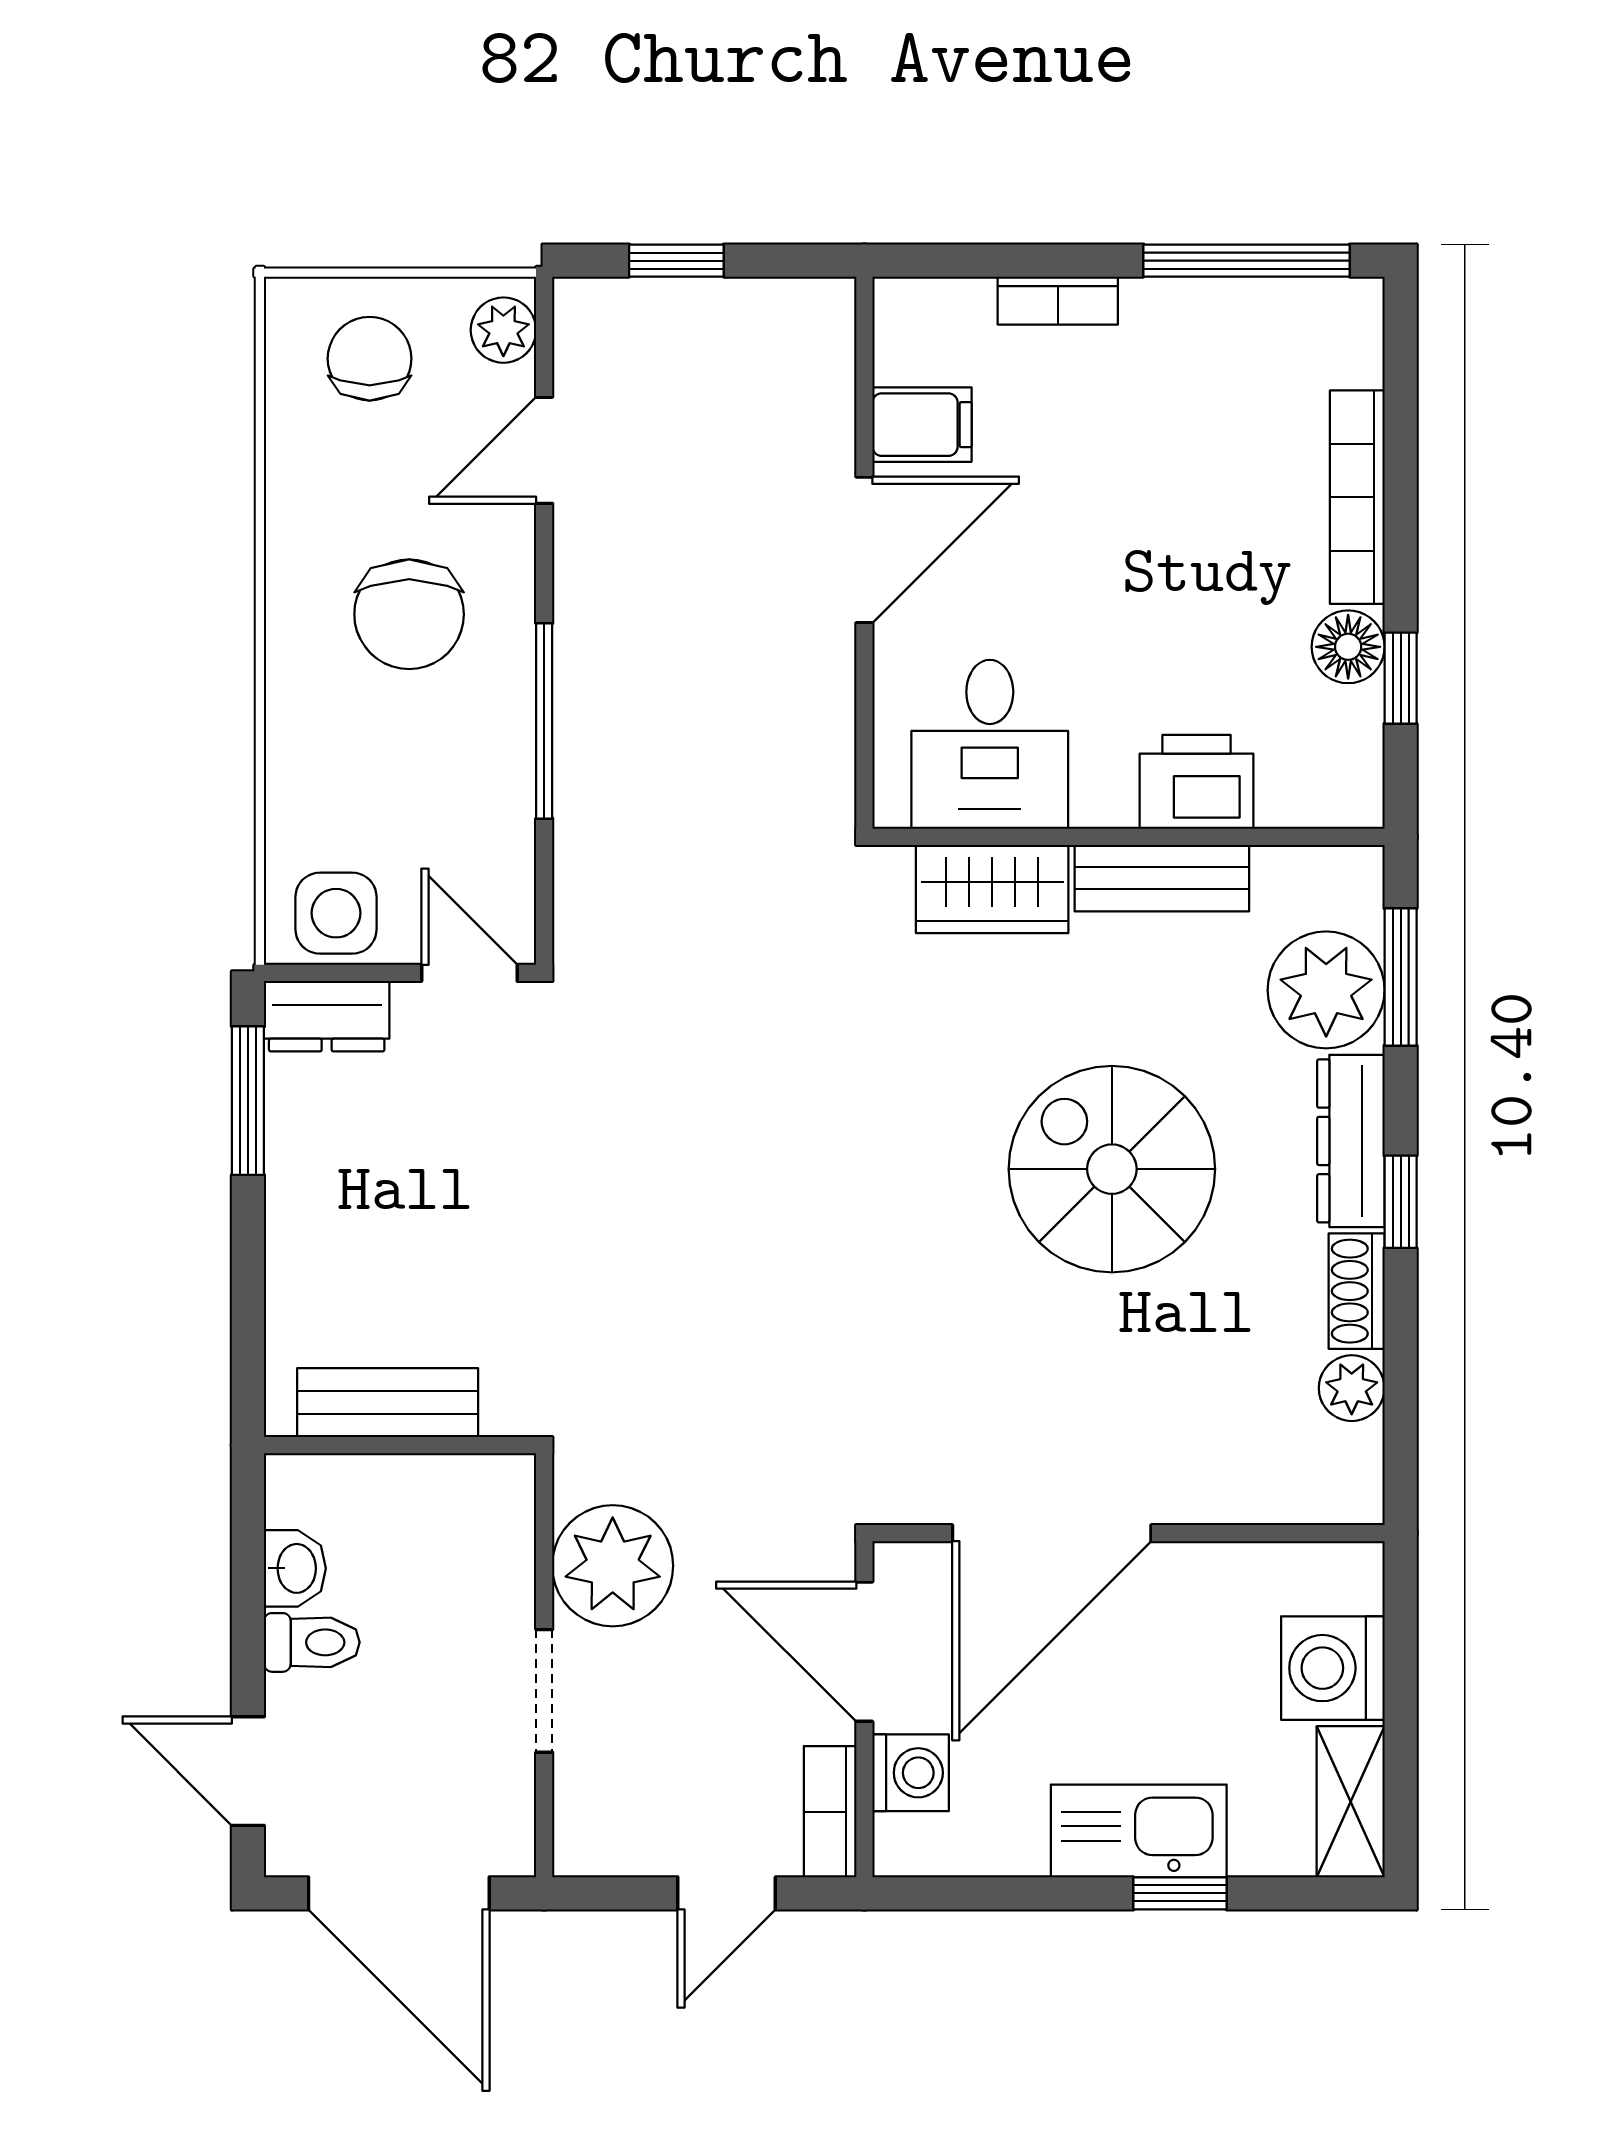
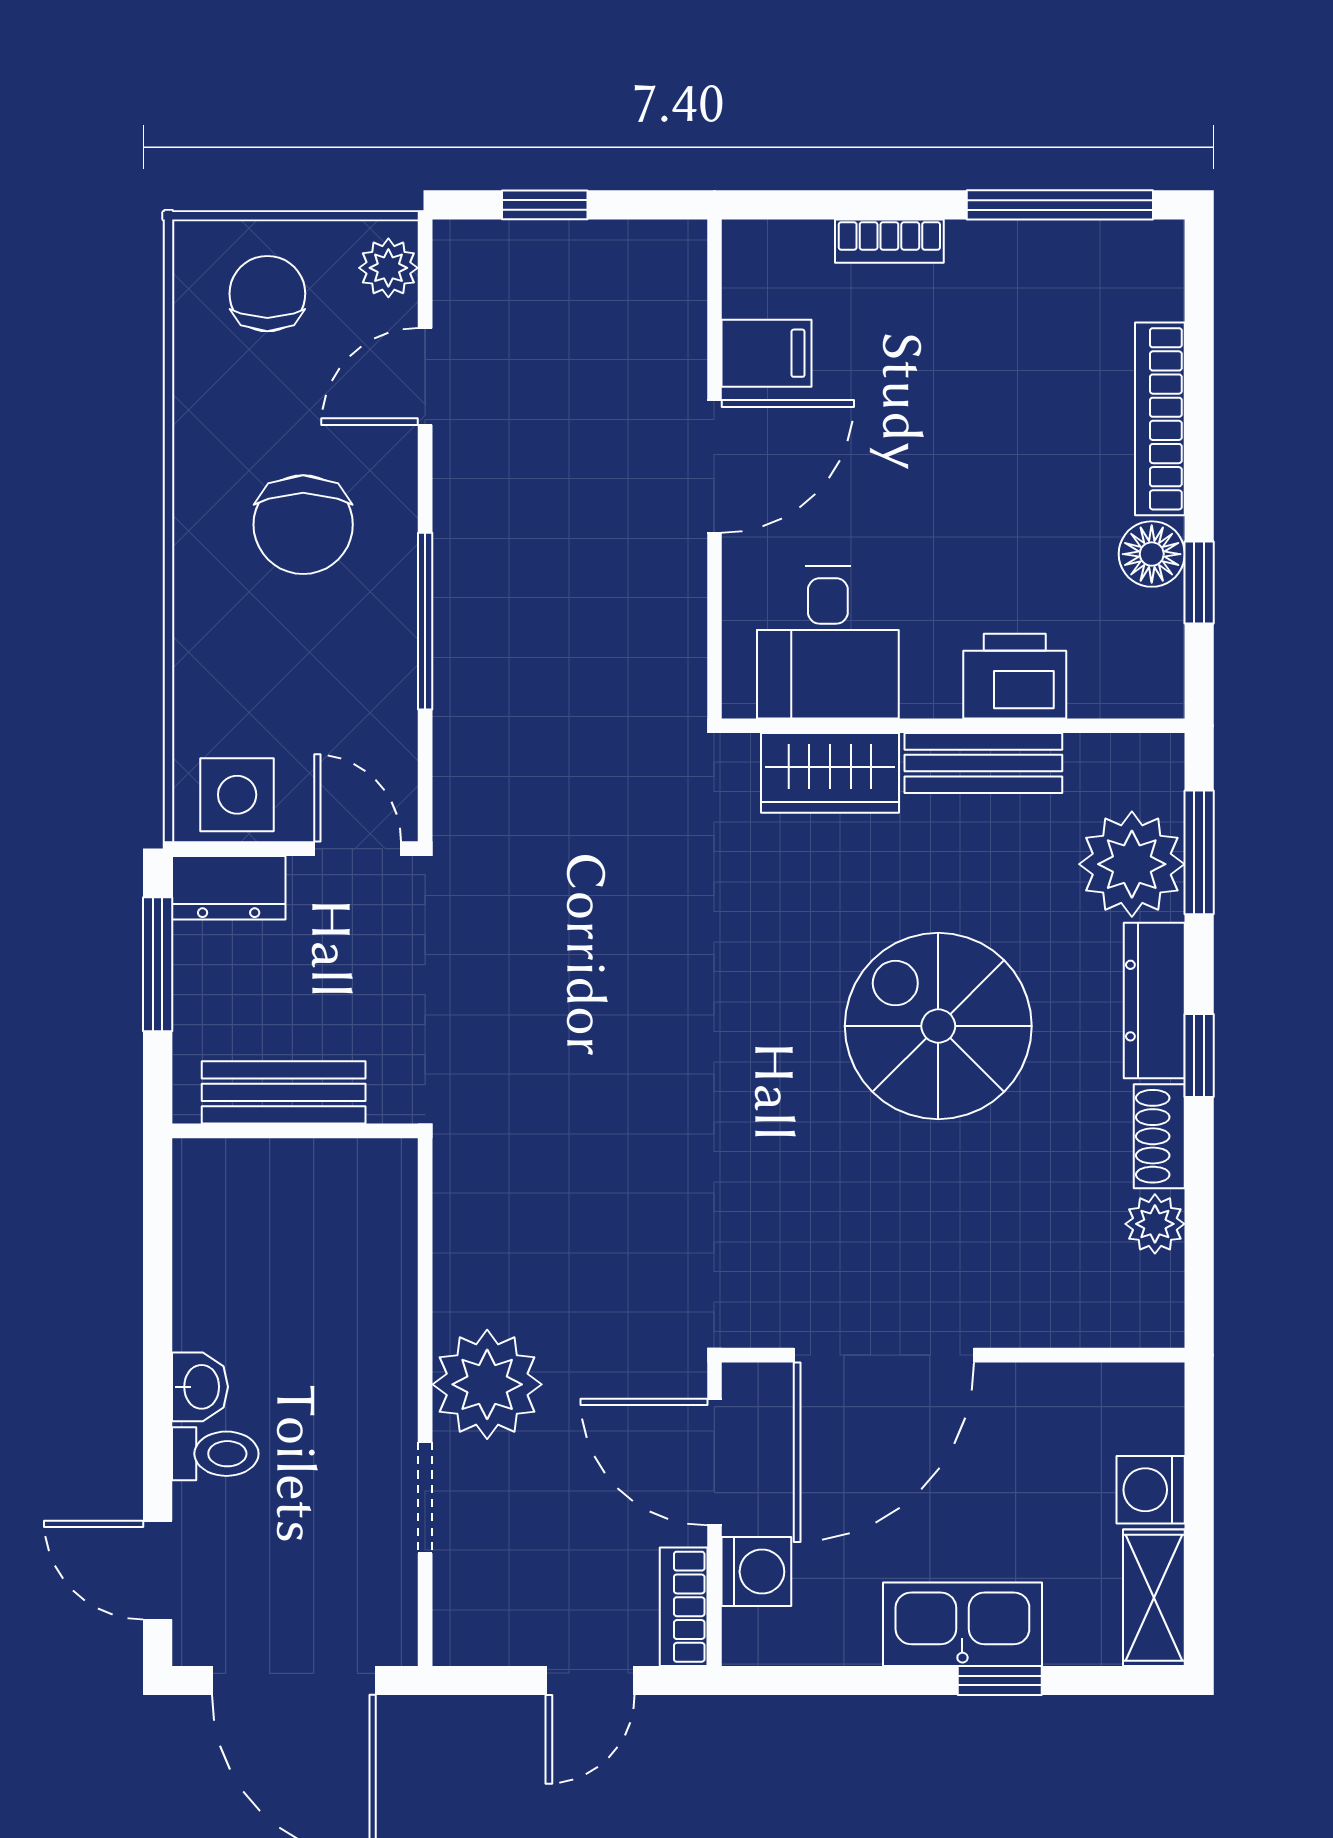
bench: (388, 1403) -> (284, 1092), moved
wall: (400, 1445) -> (295, 1131), moved
washing machine: (1333, 1668) -> (1151, 1490), width x0.73, depth x0.73

